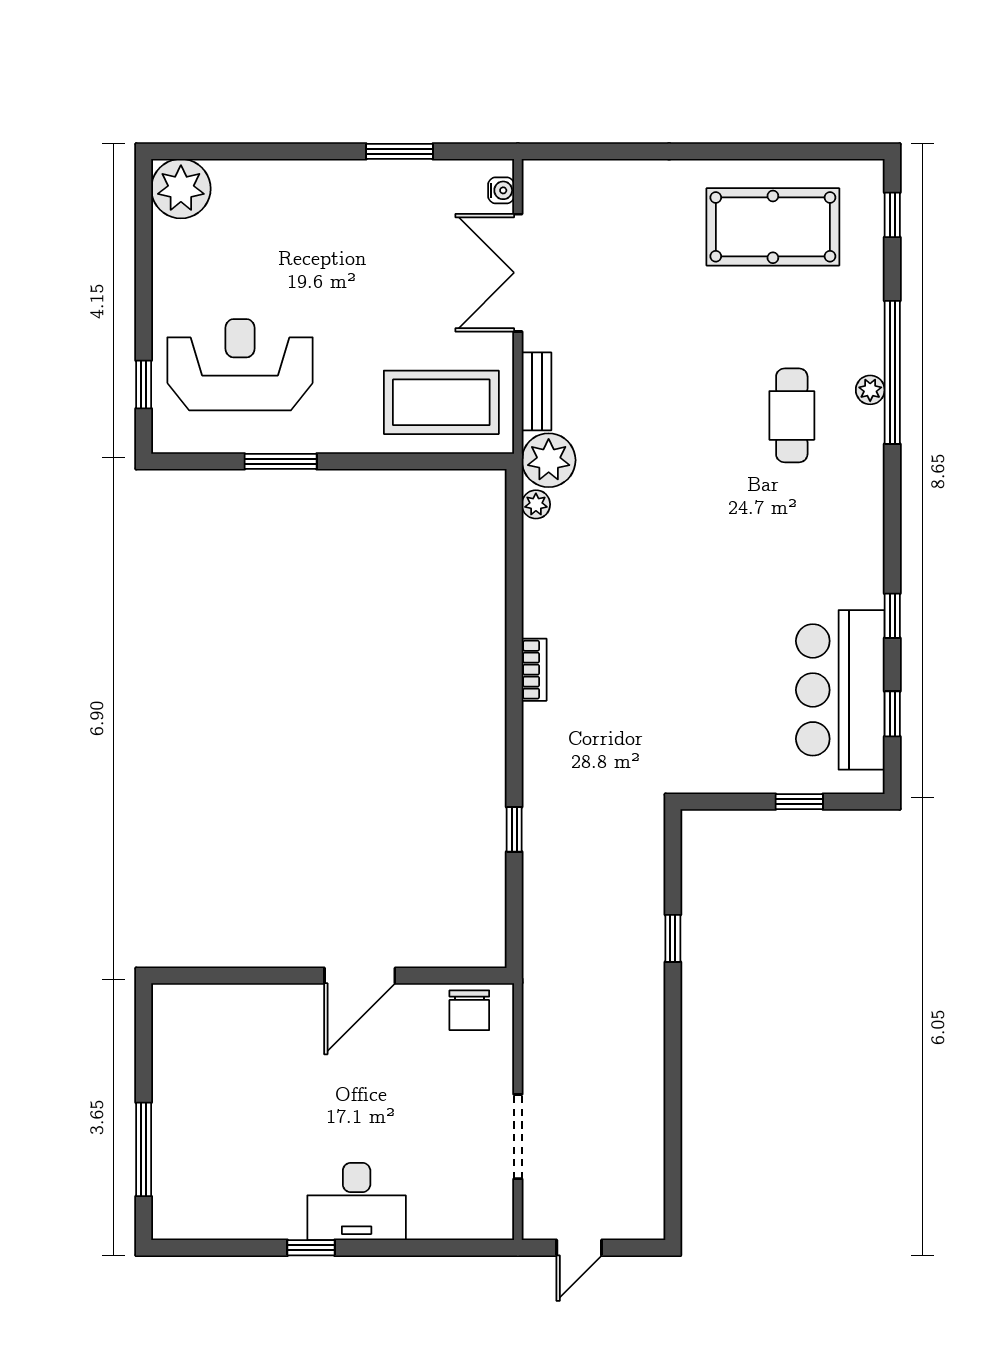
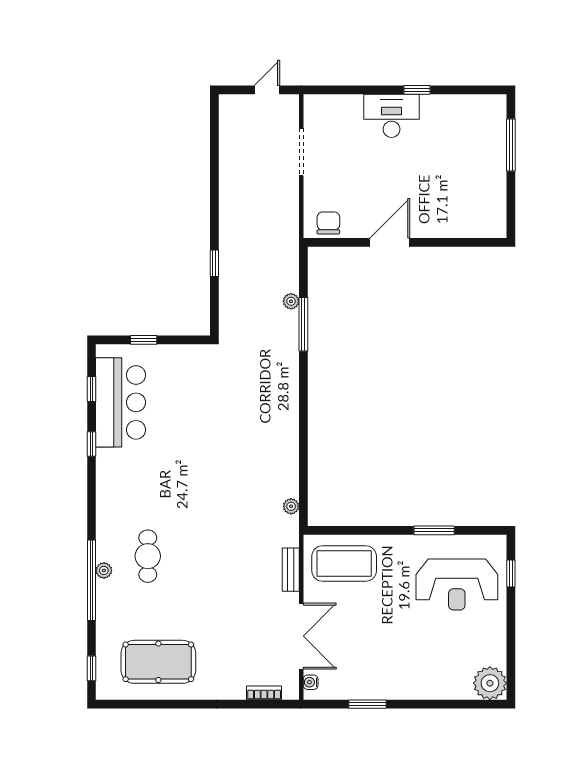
plant: (549, 460) -> (291, 301), moved, width x0.53, depth x0.53
bookcase: (534, 670) -> (264, 693), moved, turned 90
window: (514, 829) -> (303, 324), width x2.17

